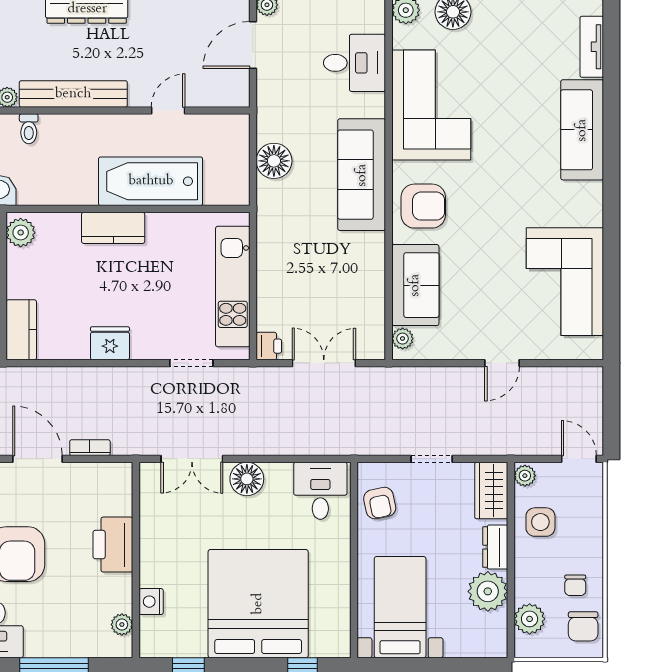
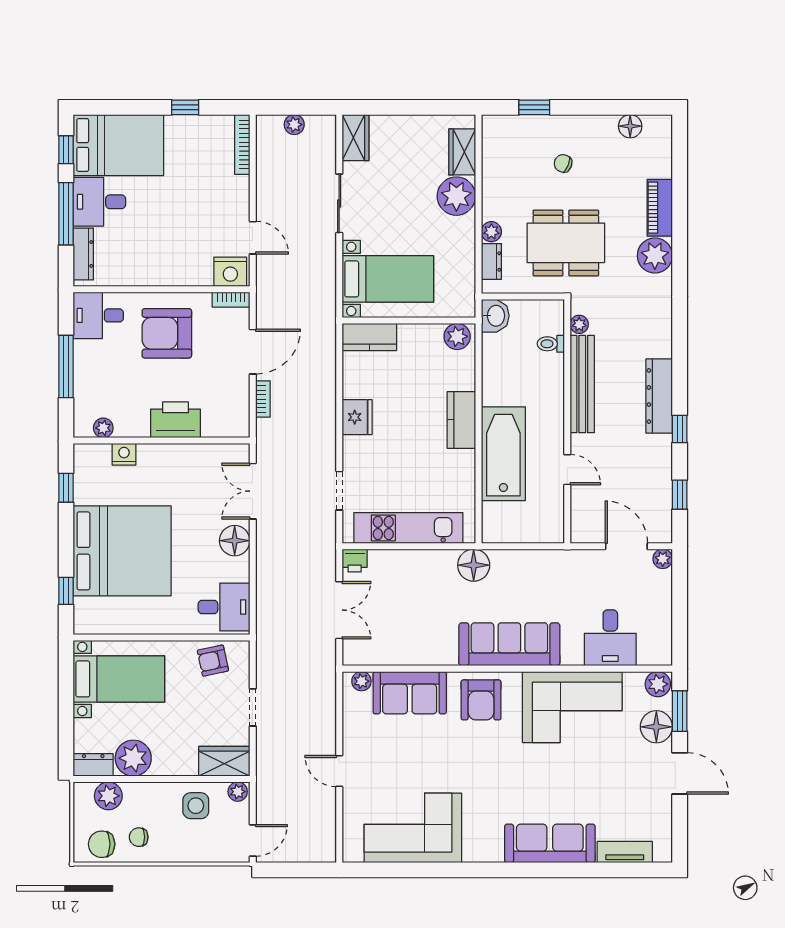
floor lamp: (274, 161) -> (474, 565), moved
dresser: (495, 547) -> (93, 765), moved

